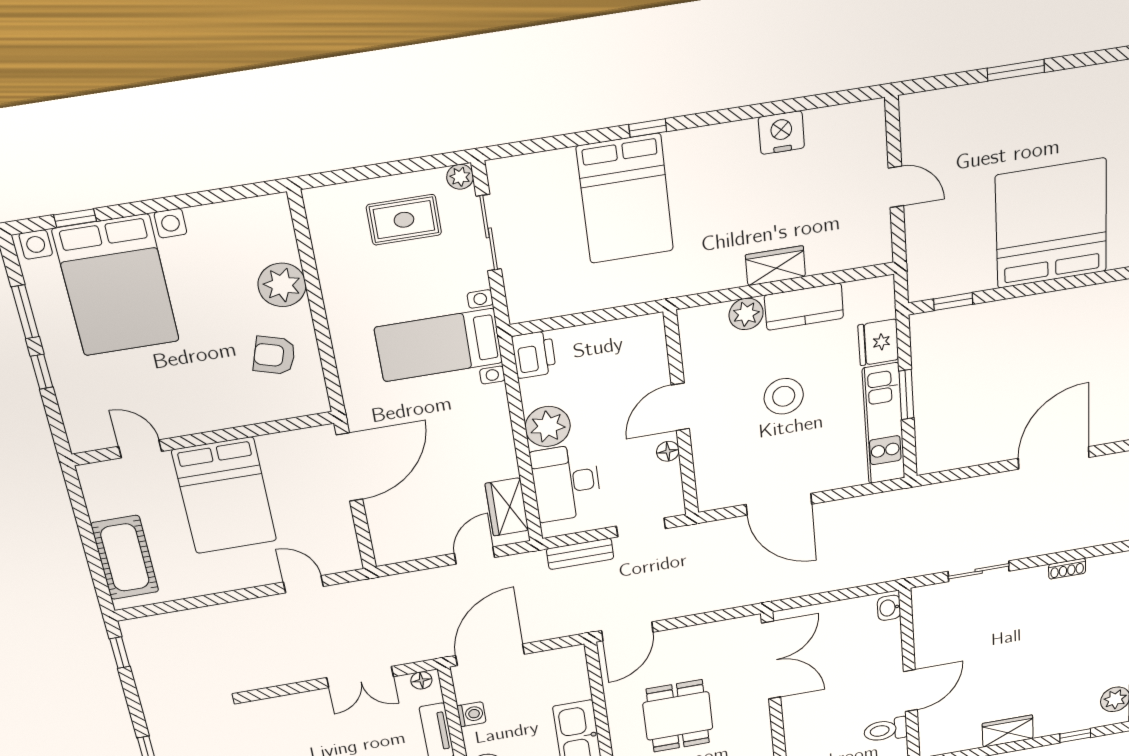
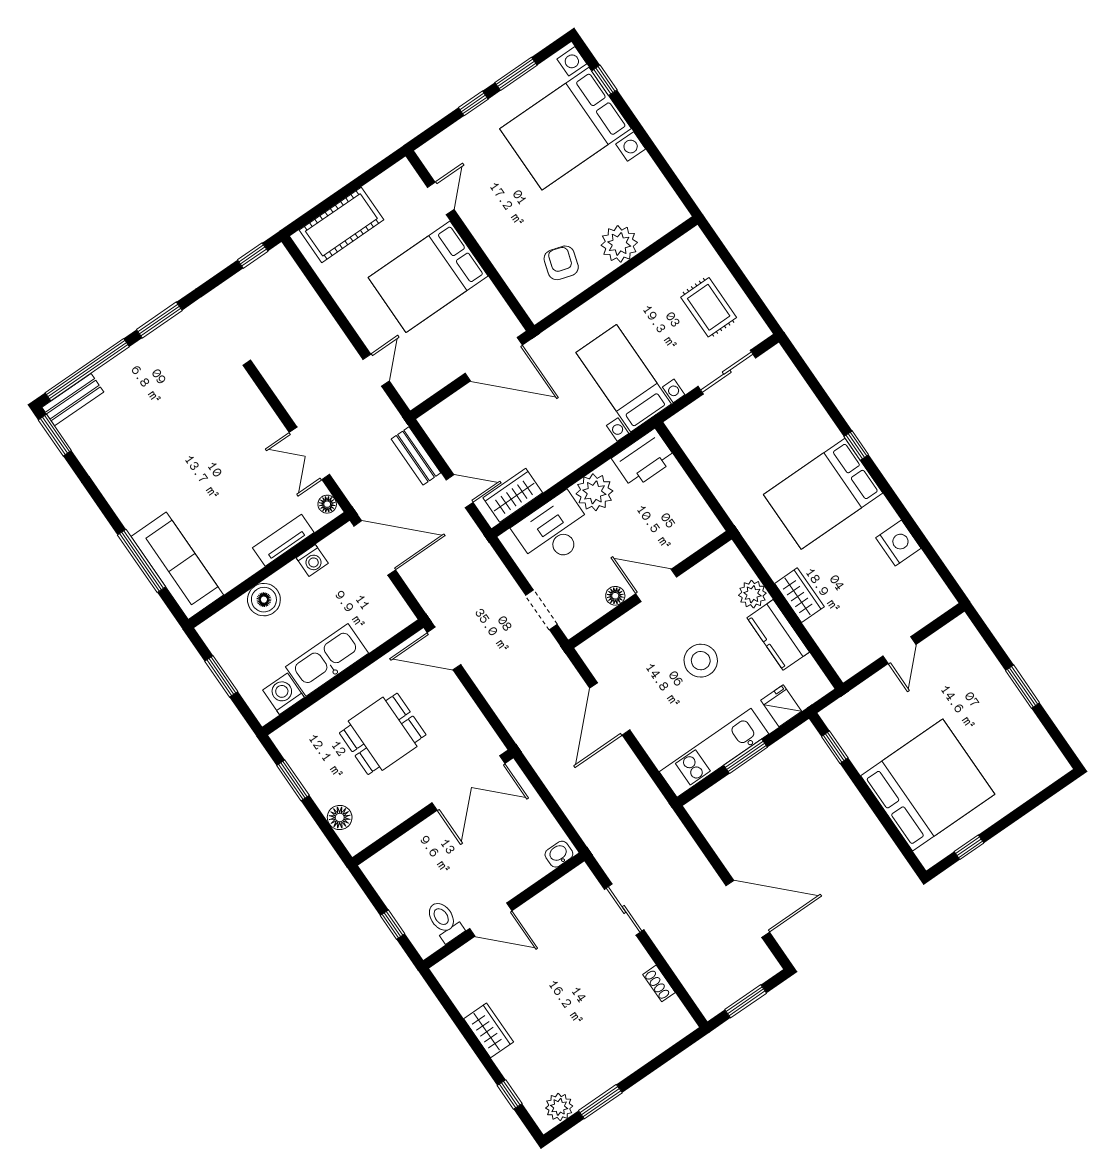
plant: (460, 177) -> (759, 331), removed
bed: (625, 199) -> (823, 494), moved
fridge: (878, 342) -> (781, 706), width x0.72
printer: (534, 355) -> (644, 459), width x1.37, depth x1.19
bench: (580, 554) -> (416, 456), moved

